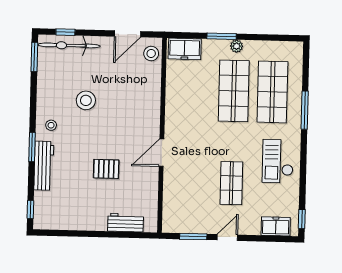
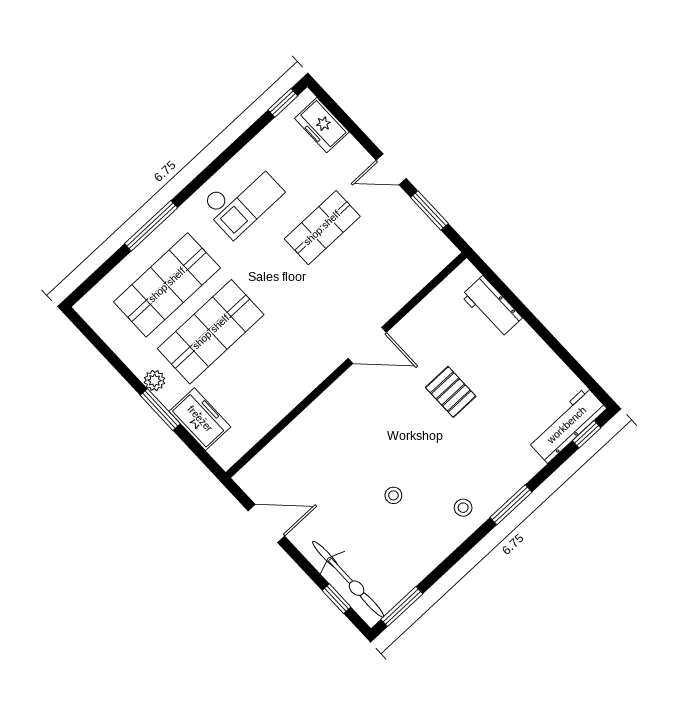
freezer: (185, 49) -> (200, 419), moved
stool: (151, 53) -> (262, 473), removed
stool: (86, 100) -> (393, 495), width x0.53, depth x0.53
workbench: (44, 166) -> (567, 425), moved

